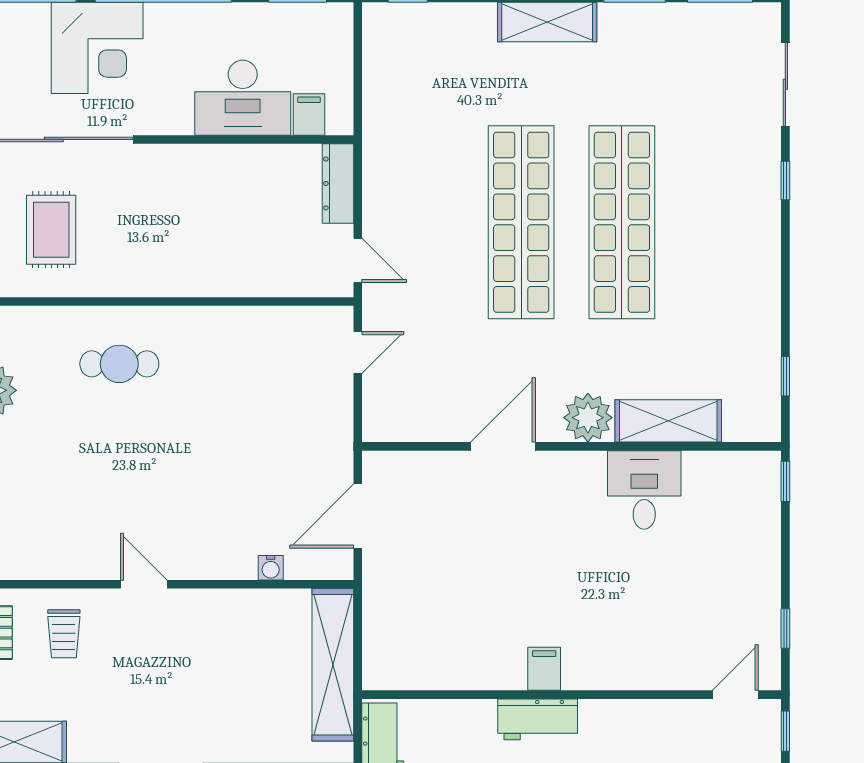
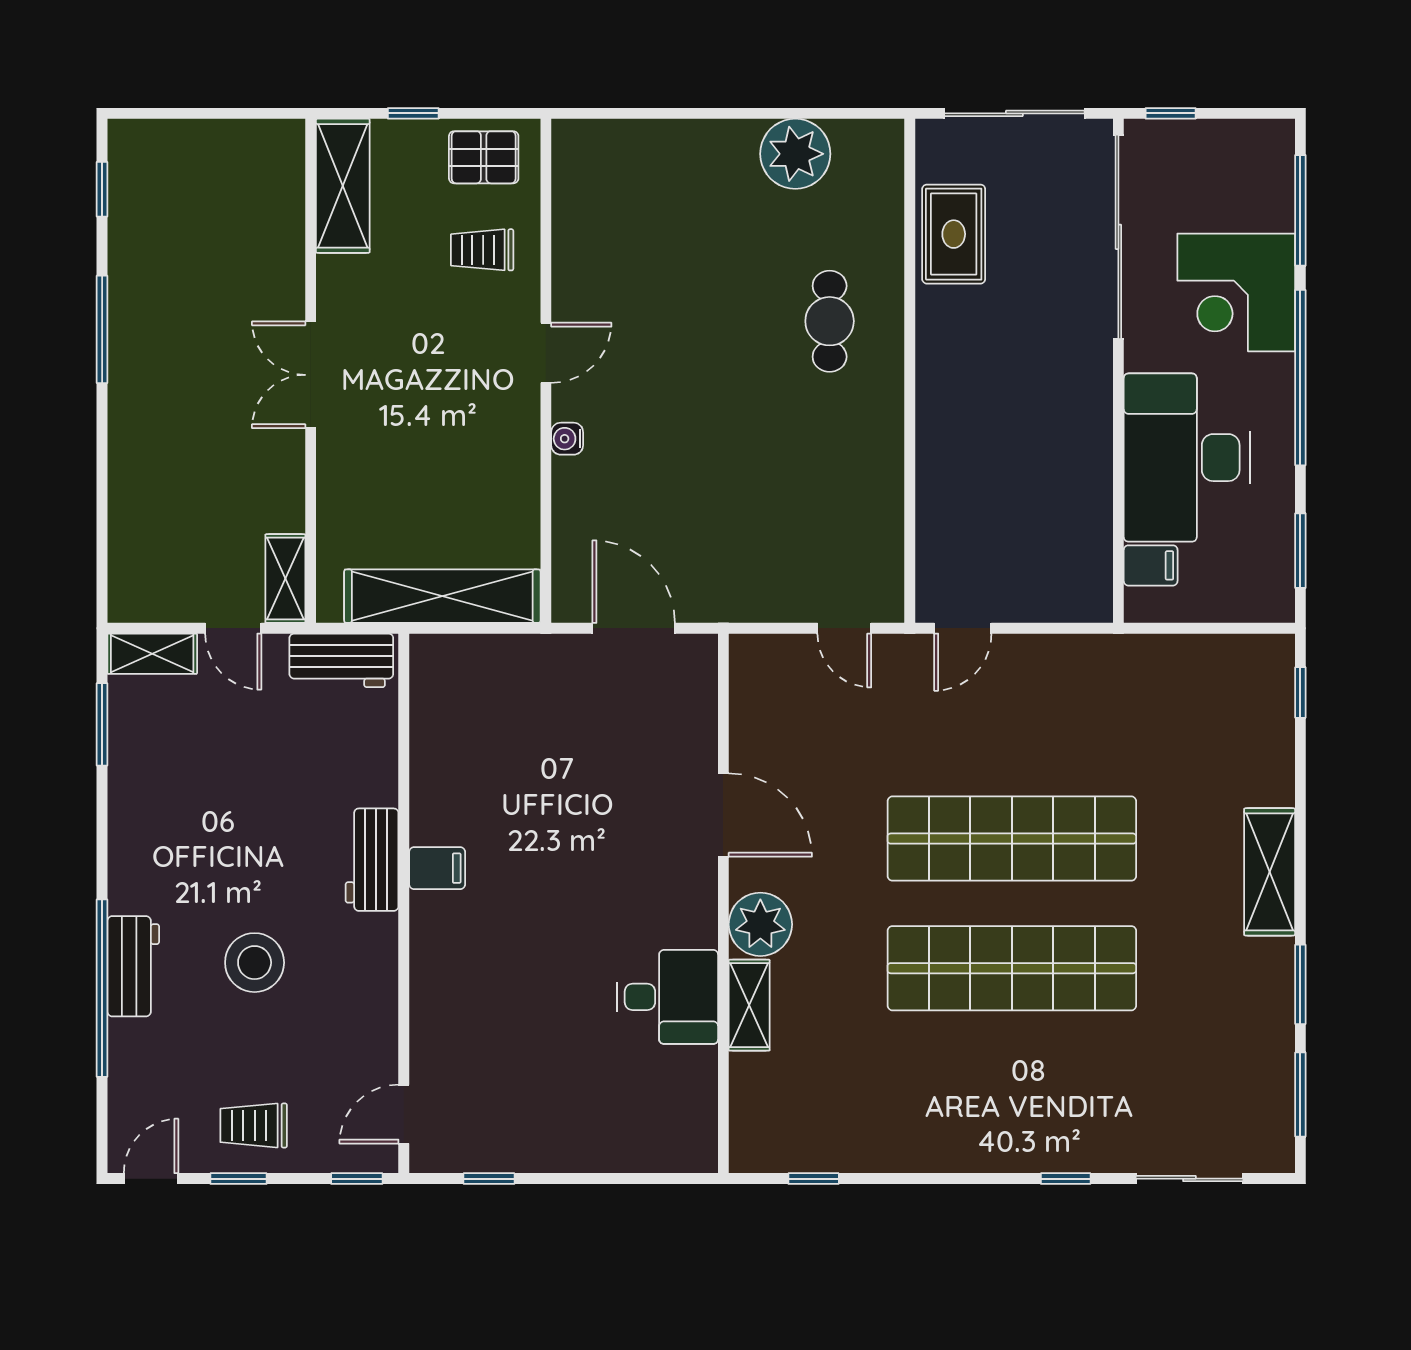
desk: (243, 98) -> (1187, 458), width x1.36, depth x1.30
dresser: (338, 183) -> (1062, 603), removed
rug: (51, 230) -> (954, 234), moved, turned 90
shelving: (668, 421) -> (749, 1005), width x0.67, depth x0.75
window: (785, 481) -> (678, 1179), removed
water cooler: (271, 568) -> (567, 439), moved
door: (735, 695) -> (404, 1114), swing flipped

